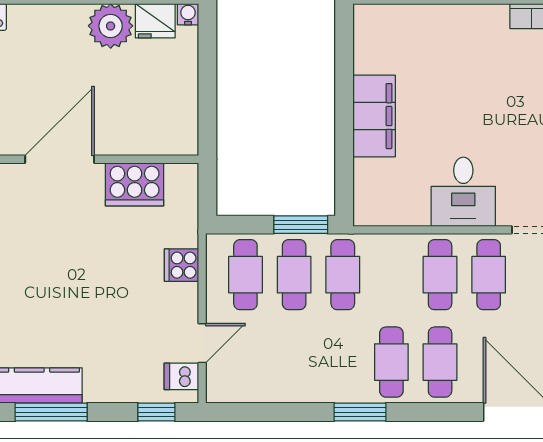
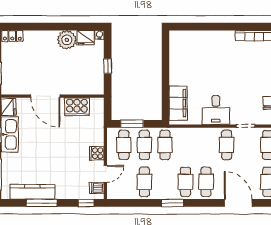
window: (207, 88) -> (108, 66), added
filing cabinet: (374, 116) -> (178, 103), moved
door: (60, 159) -> (45, 96), swing flipped
window: (301, 225) -> (132, 124), moved
cooker: (181, 265) -> (97, 153), moved
cafe table: (440, 275) -> (144, 182), moved

